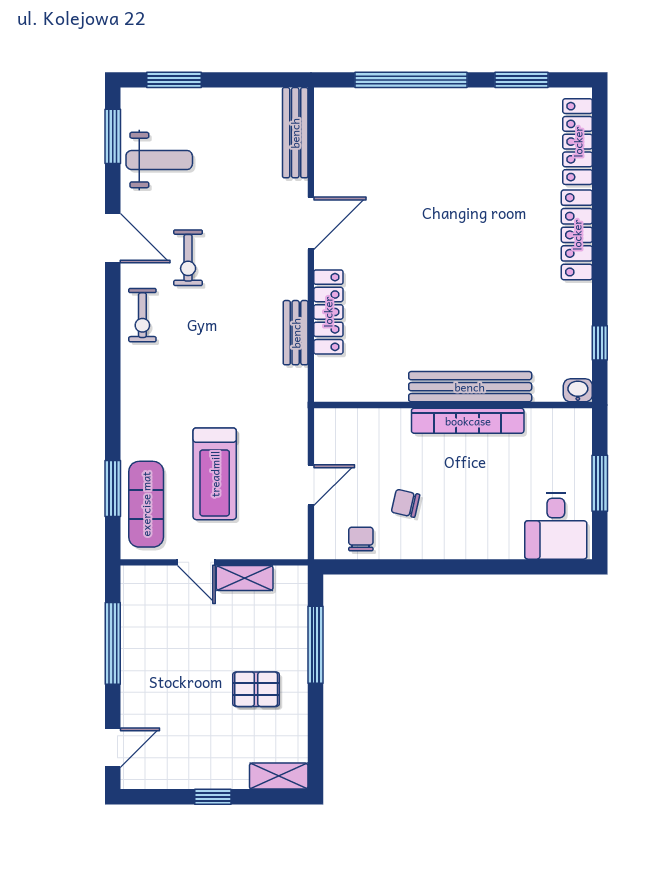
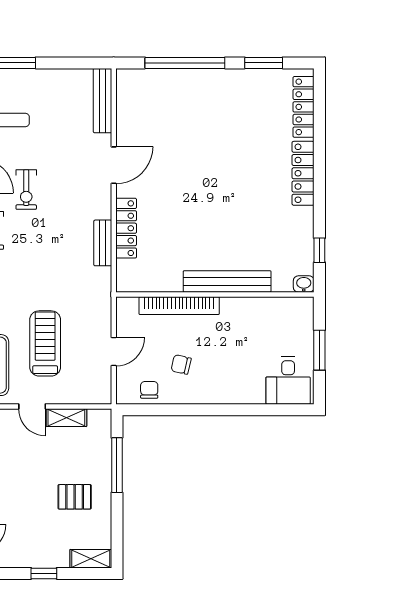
bookcase: (468, 421) -> (179, 306), moved
treadmill: (215, 474) -> (45, 343), turned 180

